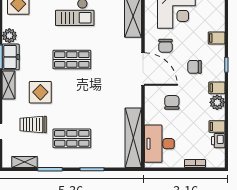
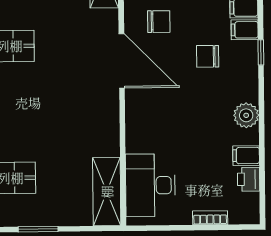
chair: (166, 46) -> (159, 22), turned -90
filing cabinet: (217, 88) -> (245, 30), moved
chair: (172, 102) -> (170, 116), removed
shelving: (133, 138) -> (107, 192), width x0.68

